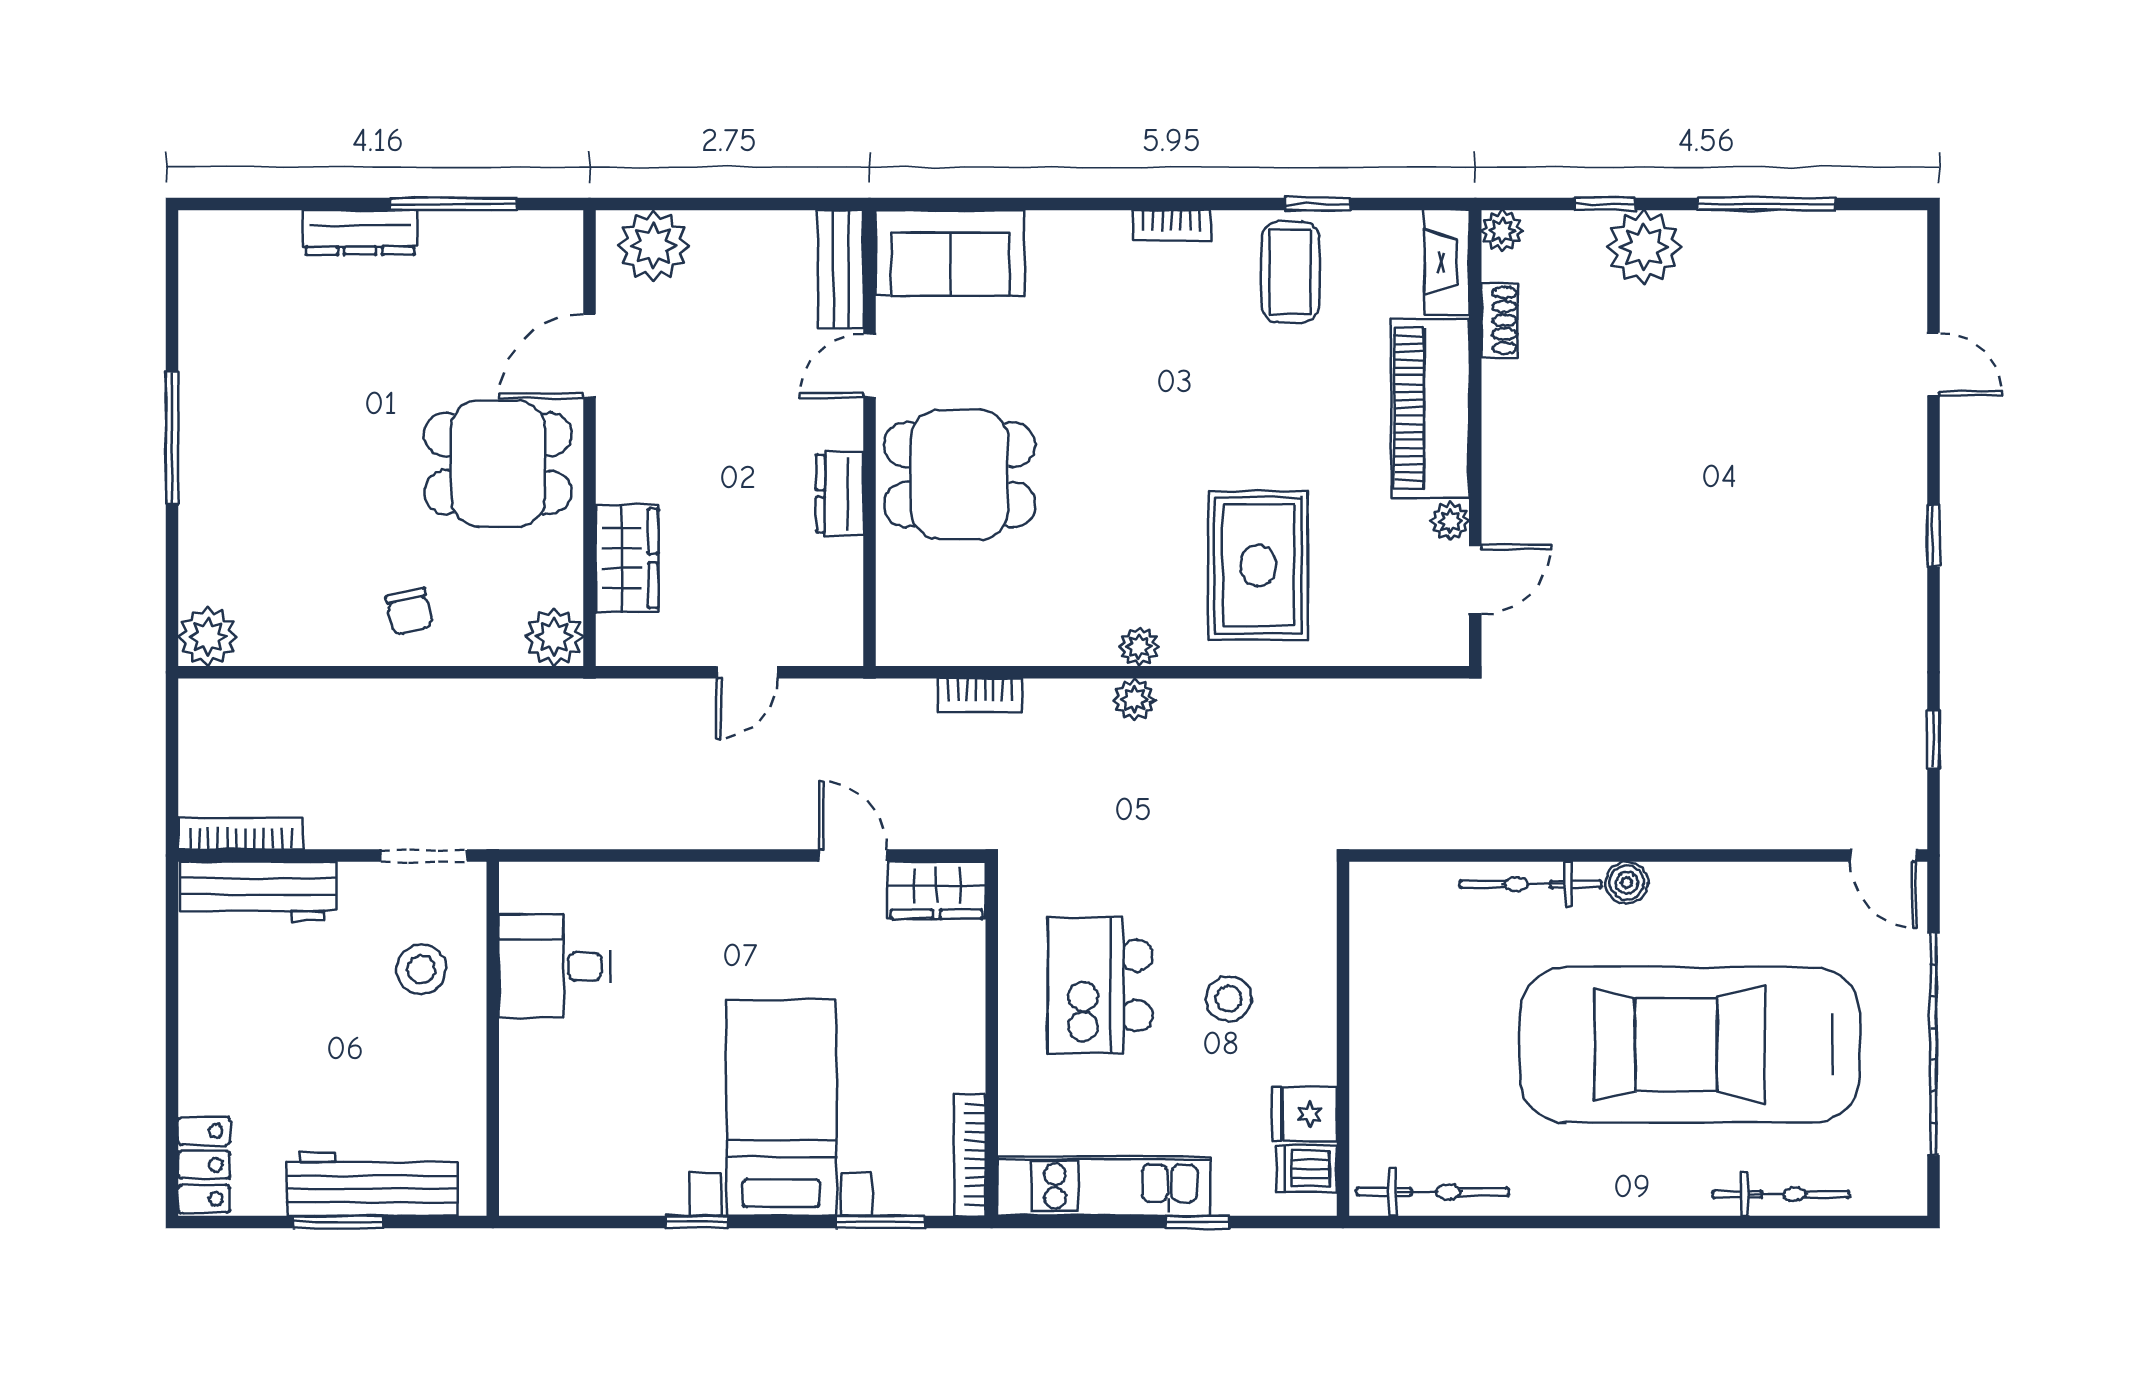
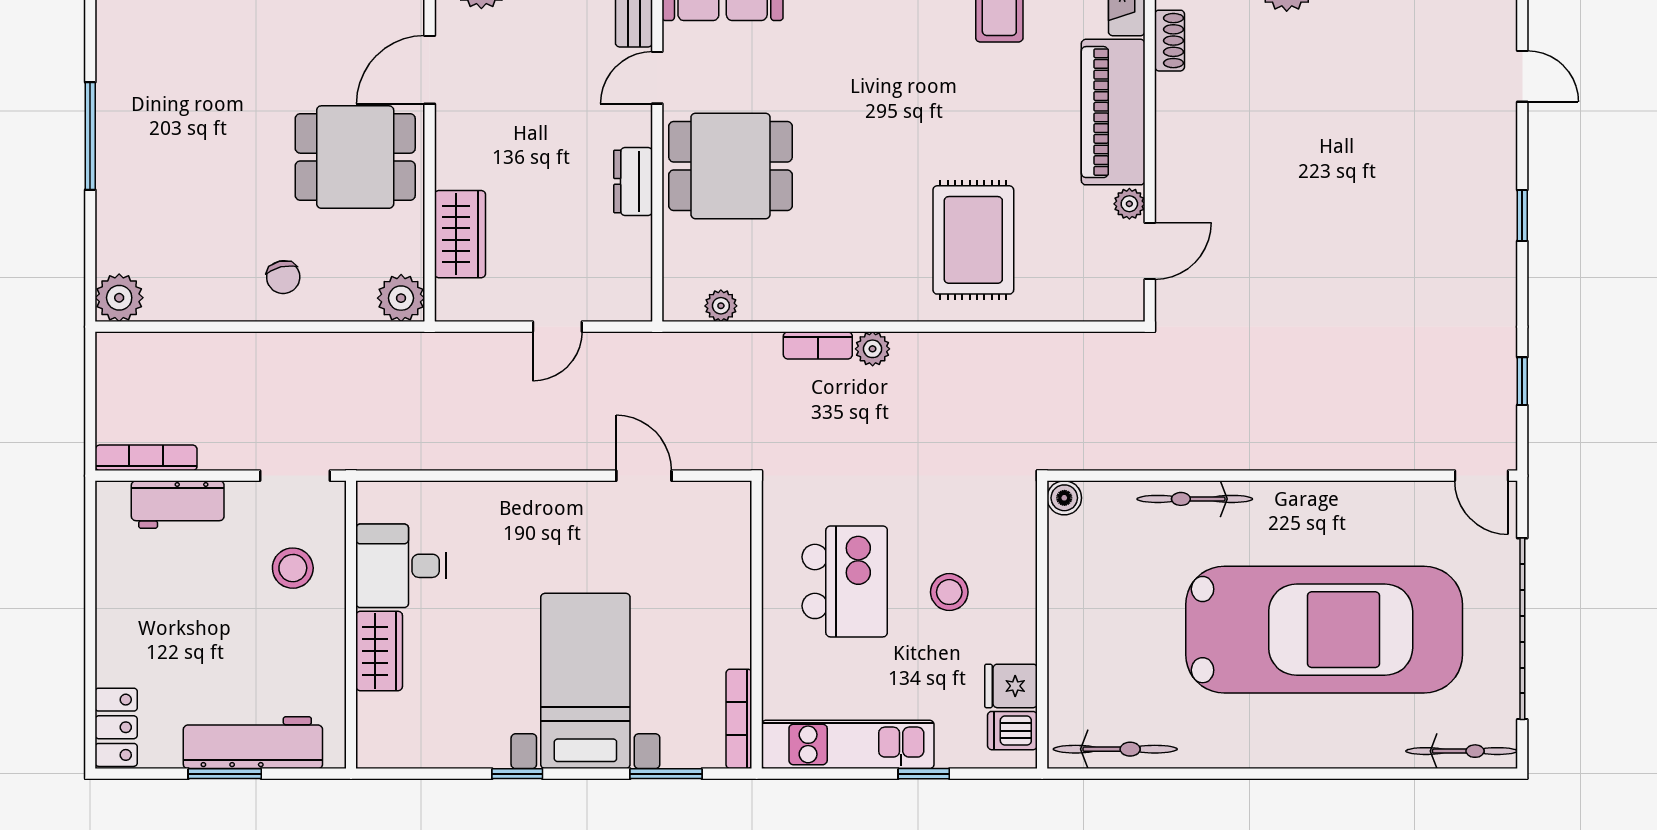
plant: (1139, 646) -> (721, 306), moved
bookcase: (980, 695) -> (818, 345), moved
boiler: (1627, 883) -> (1064, 498), moved
wardrobe: (936, 890) -> (379, 651), moved, turned -90
workbench: (258, 891) -> (178, 505), width x0.73
kitchen island: (1100, 986) -> (845, 581), turned 180
car: (1690, 1045) -> (1324, 630), turned 180
bicycle: (1781, 1194) -> (1462, 751), moved

